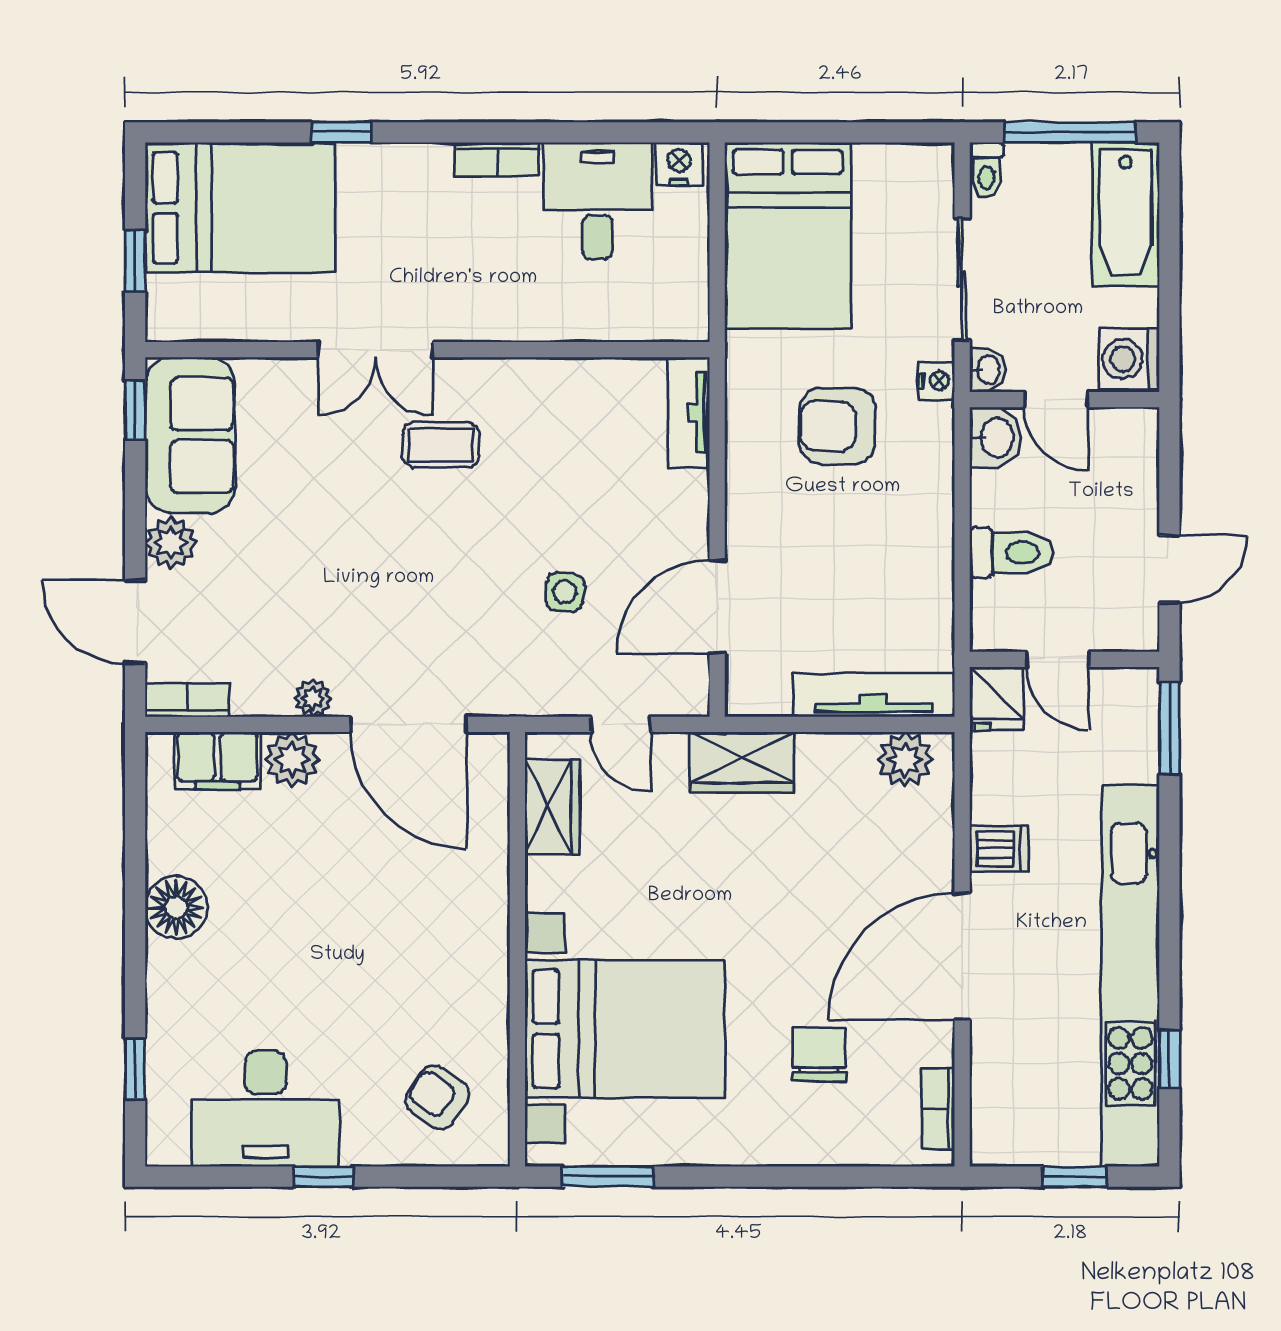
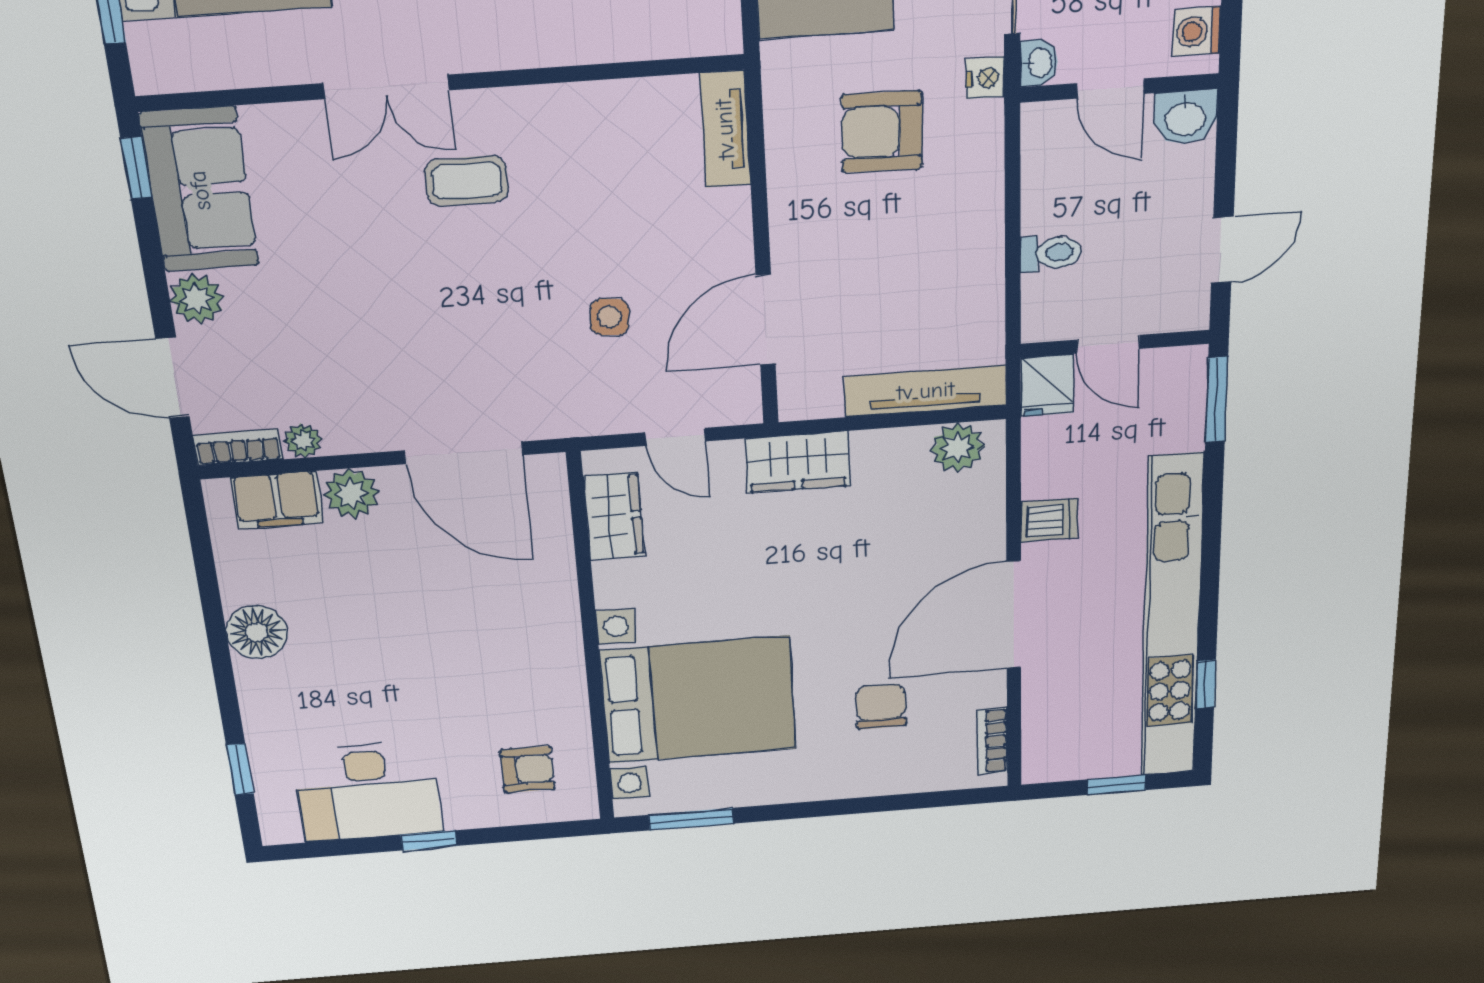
washing machine: (1129, 359) -> (1197, 31), width x0.73, depth x0.73
washbasin: (995, 438) -> (1186, 117), moved, turned 90
toilet: (1011, 552) -> (1051, 253), width x0.73, depth x0.72
plant: (313, 698) -> (303, 441), moved
armchair: (437, 1097) -> (527, 769), turned 146

